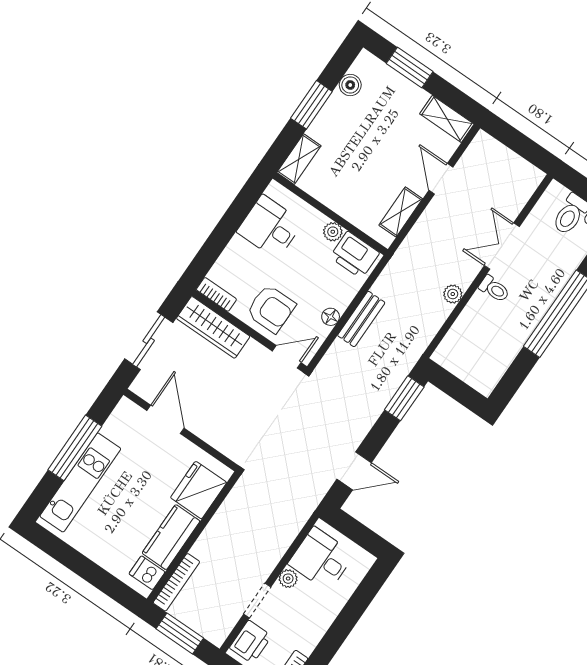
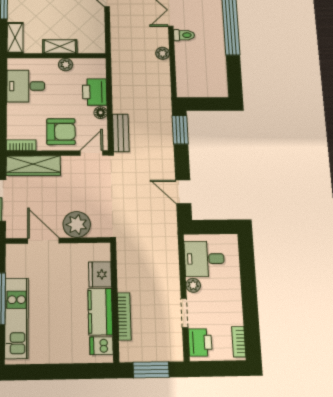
shelving: (401, 212) -> (60, 46), moved, turned 90
printer: (355, 255) -> (95, 92), moved, turned 90
bench: (361, 319) -> (121, 133), moved
plant: (213, 426) -> (77, 224), added
door: (354, 471) -> (183, 192), swing flipped
fridge: (199, 490) -> (100, 274), width x0.73, depth x0.75
bookcase: (176, 582) -> (124, 316), moved

